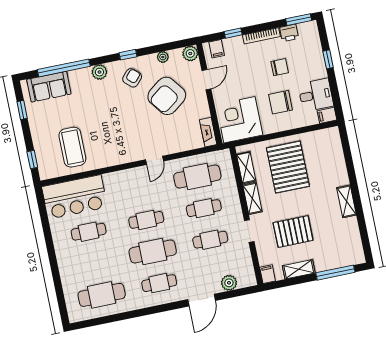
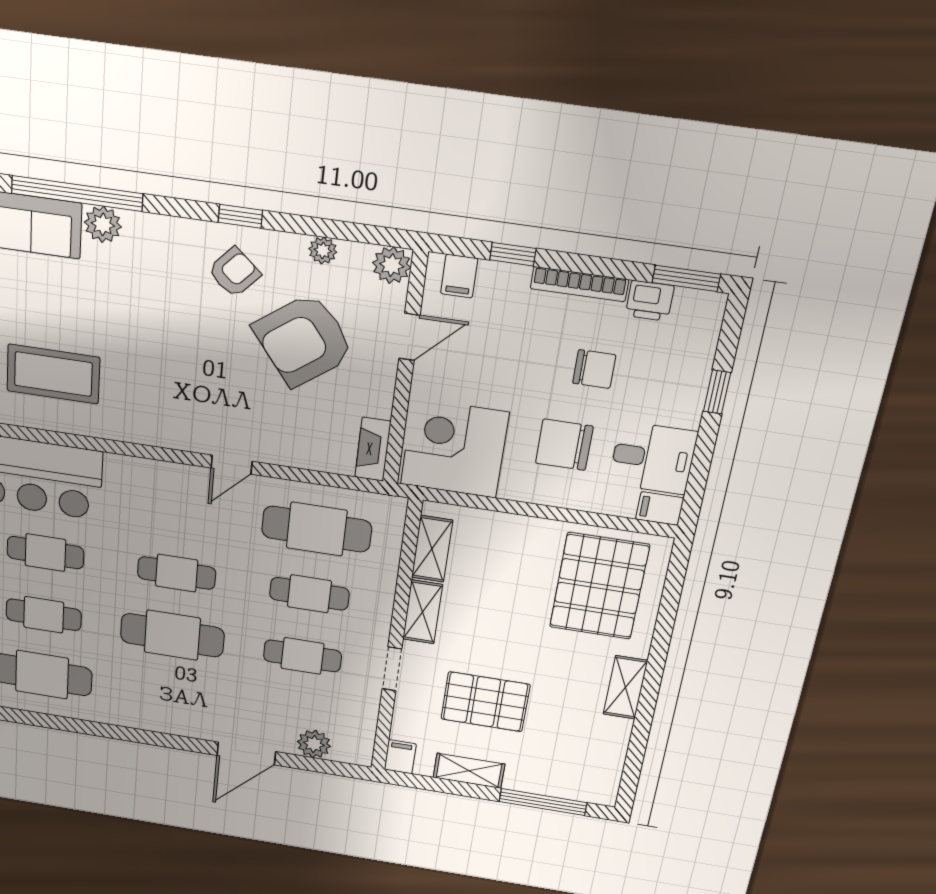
plant: (99, 72) -> (103, 224), moved
coffee table: (72, 147) -> (53, 374), turned 90
pallet: (288, 167) -> (599, 586), moved
cafe table: (159, 283) -> (44, 615), moved

